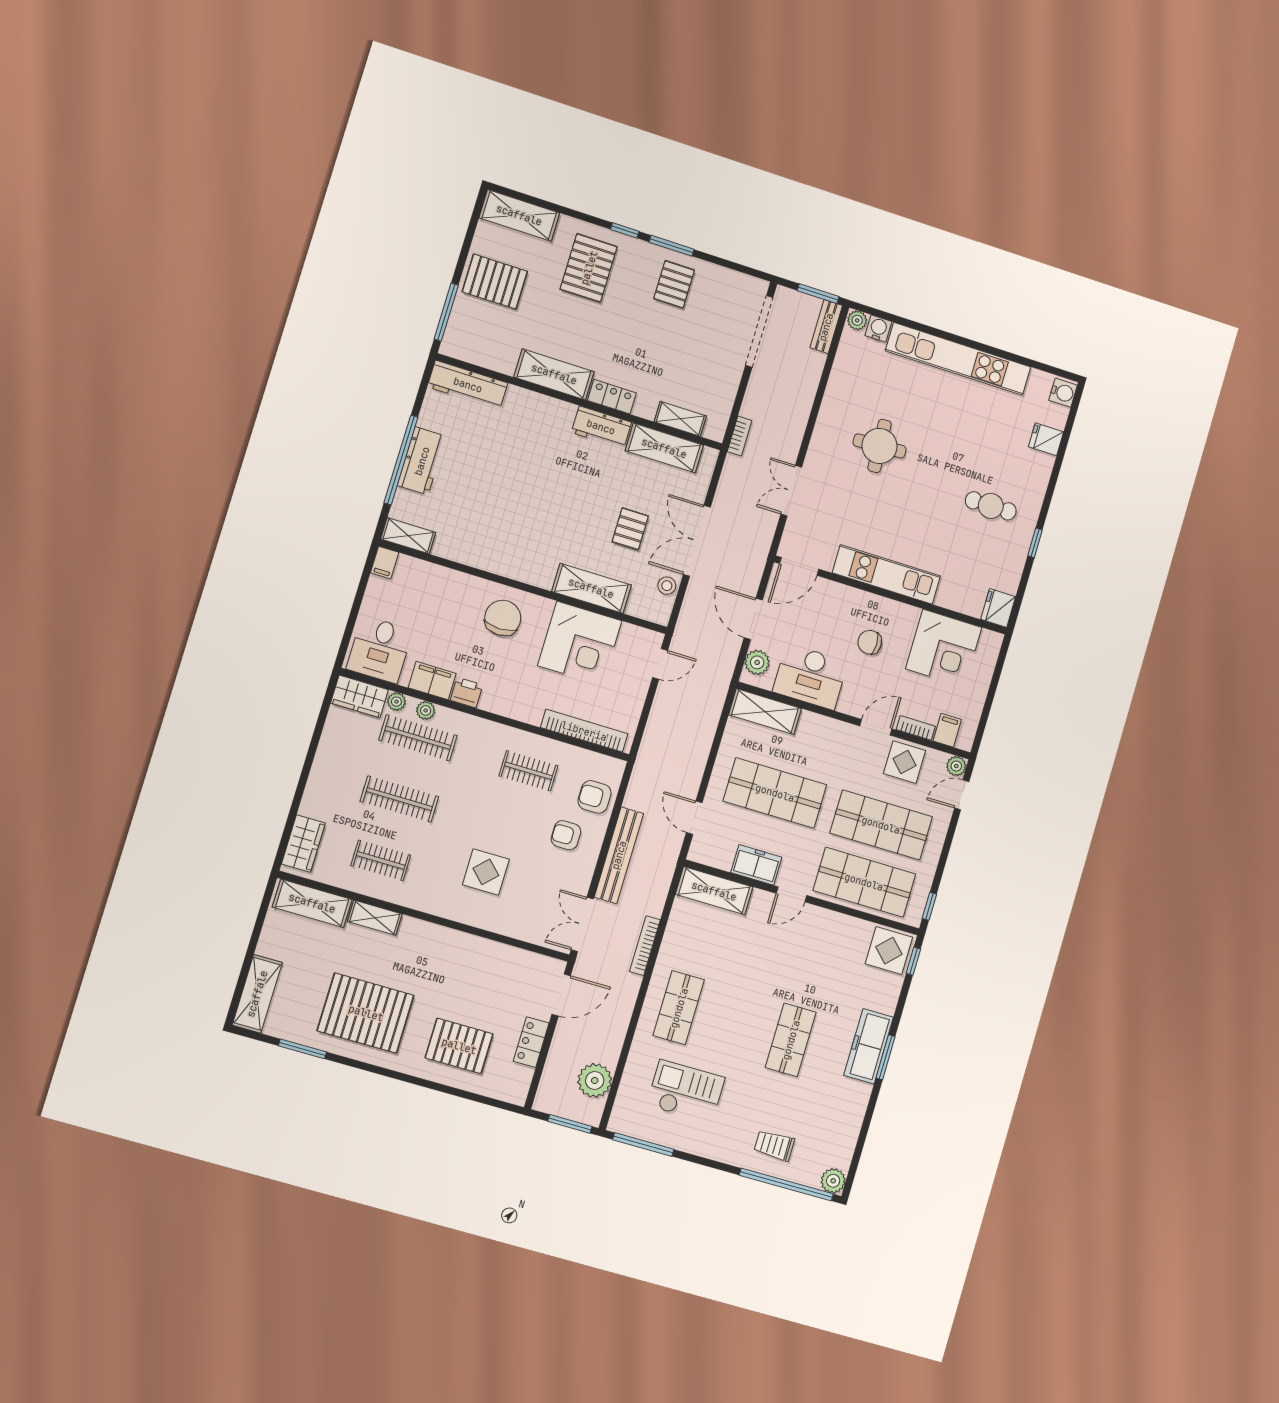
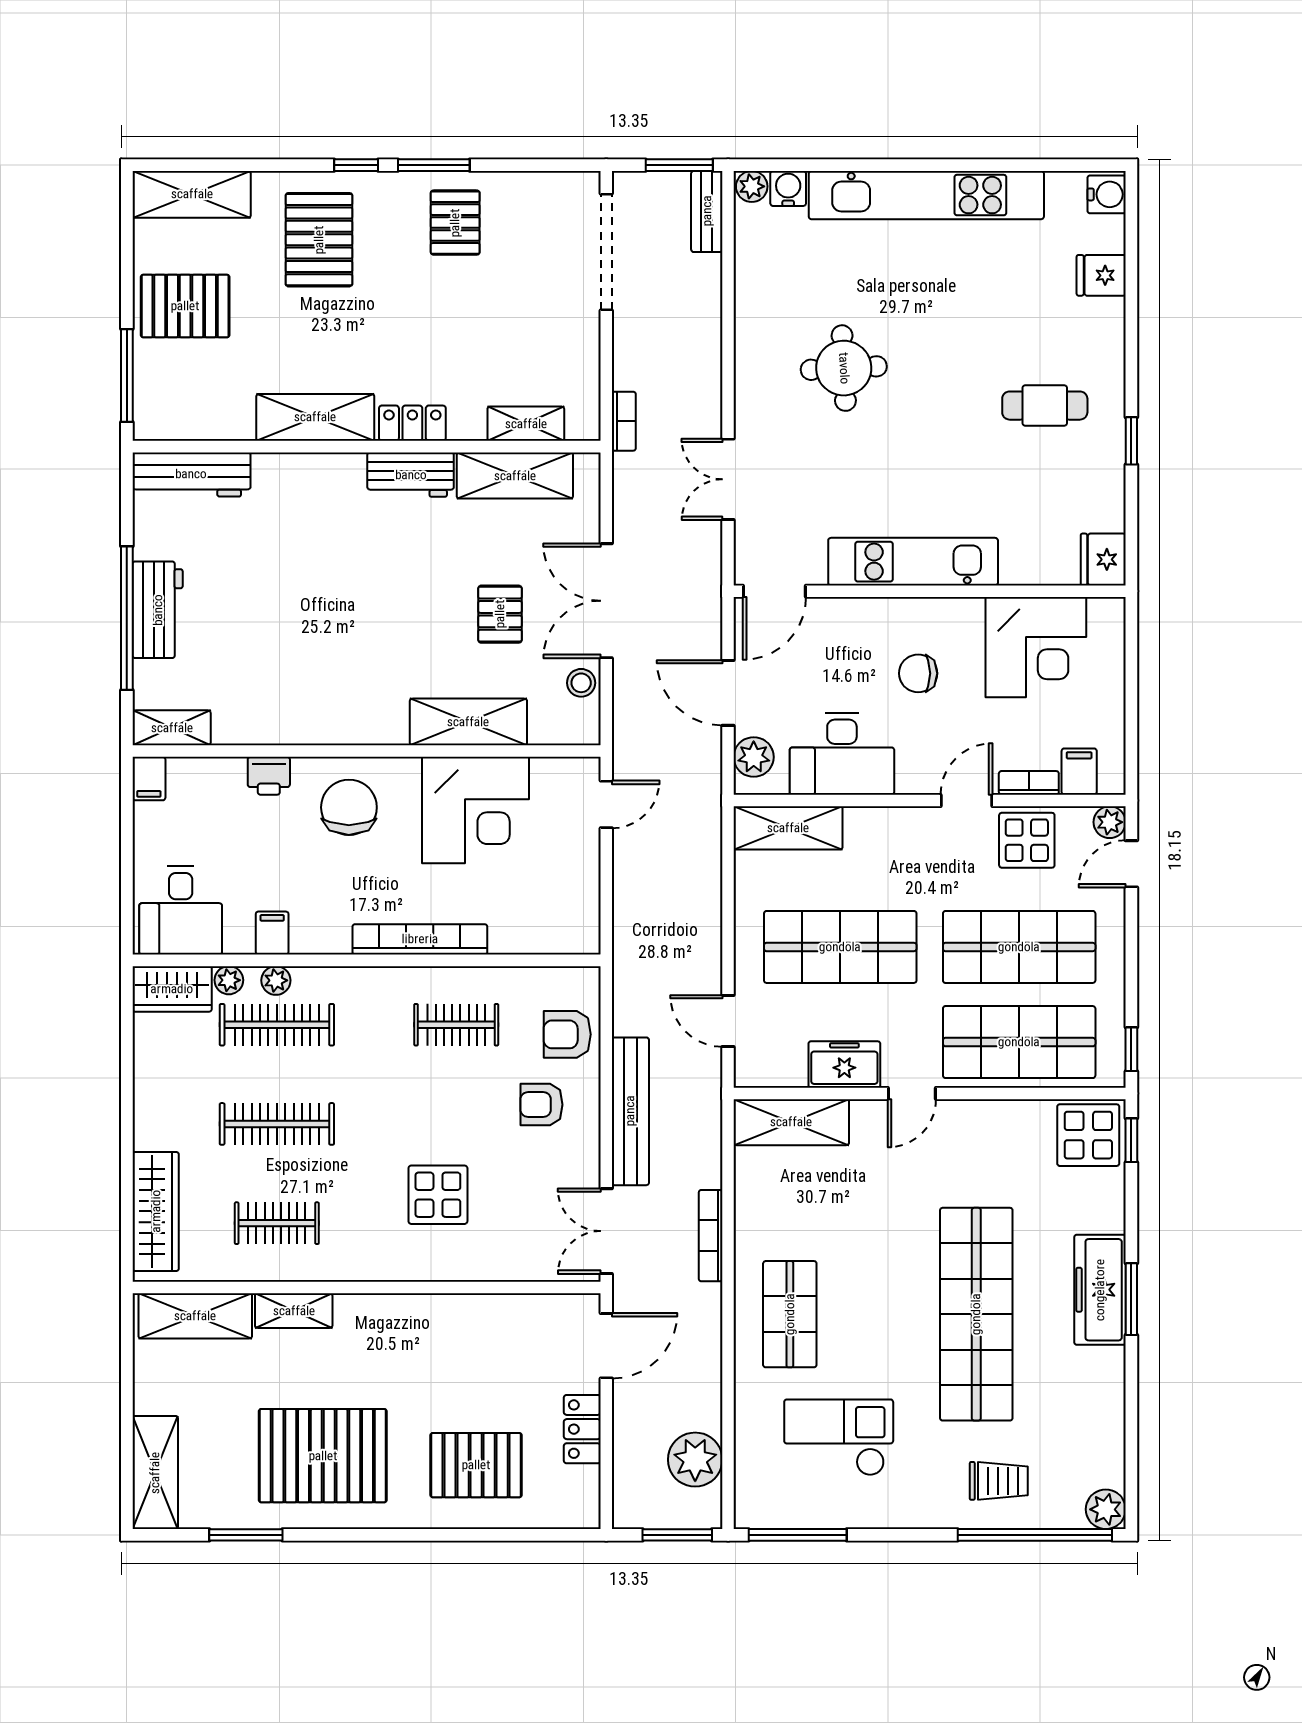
filing cabinet: (432, 681) -> (272, 933), width x0.50
printer: (466, 693) -> (269, 776), moved, turned 180
bookcase: (584, 731) -> (420, 939), moved
wardrobe: (303, 843) -> (156, 1211), width x1.50
shop shelf: (791, 1040) -> (976, 1314), width x2.00, depth x1.36
trolley: (774, 1145) -> (999, 1481), turned 180

